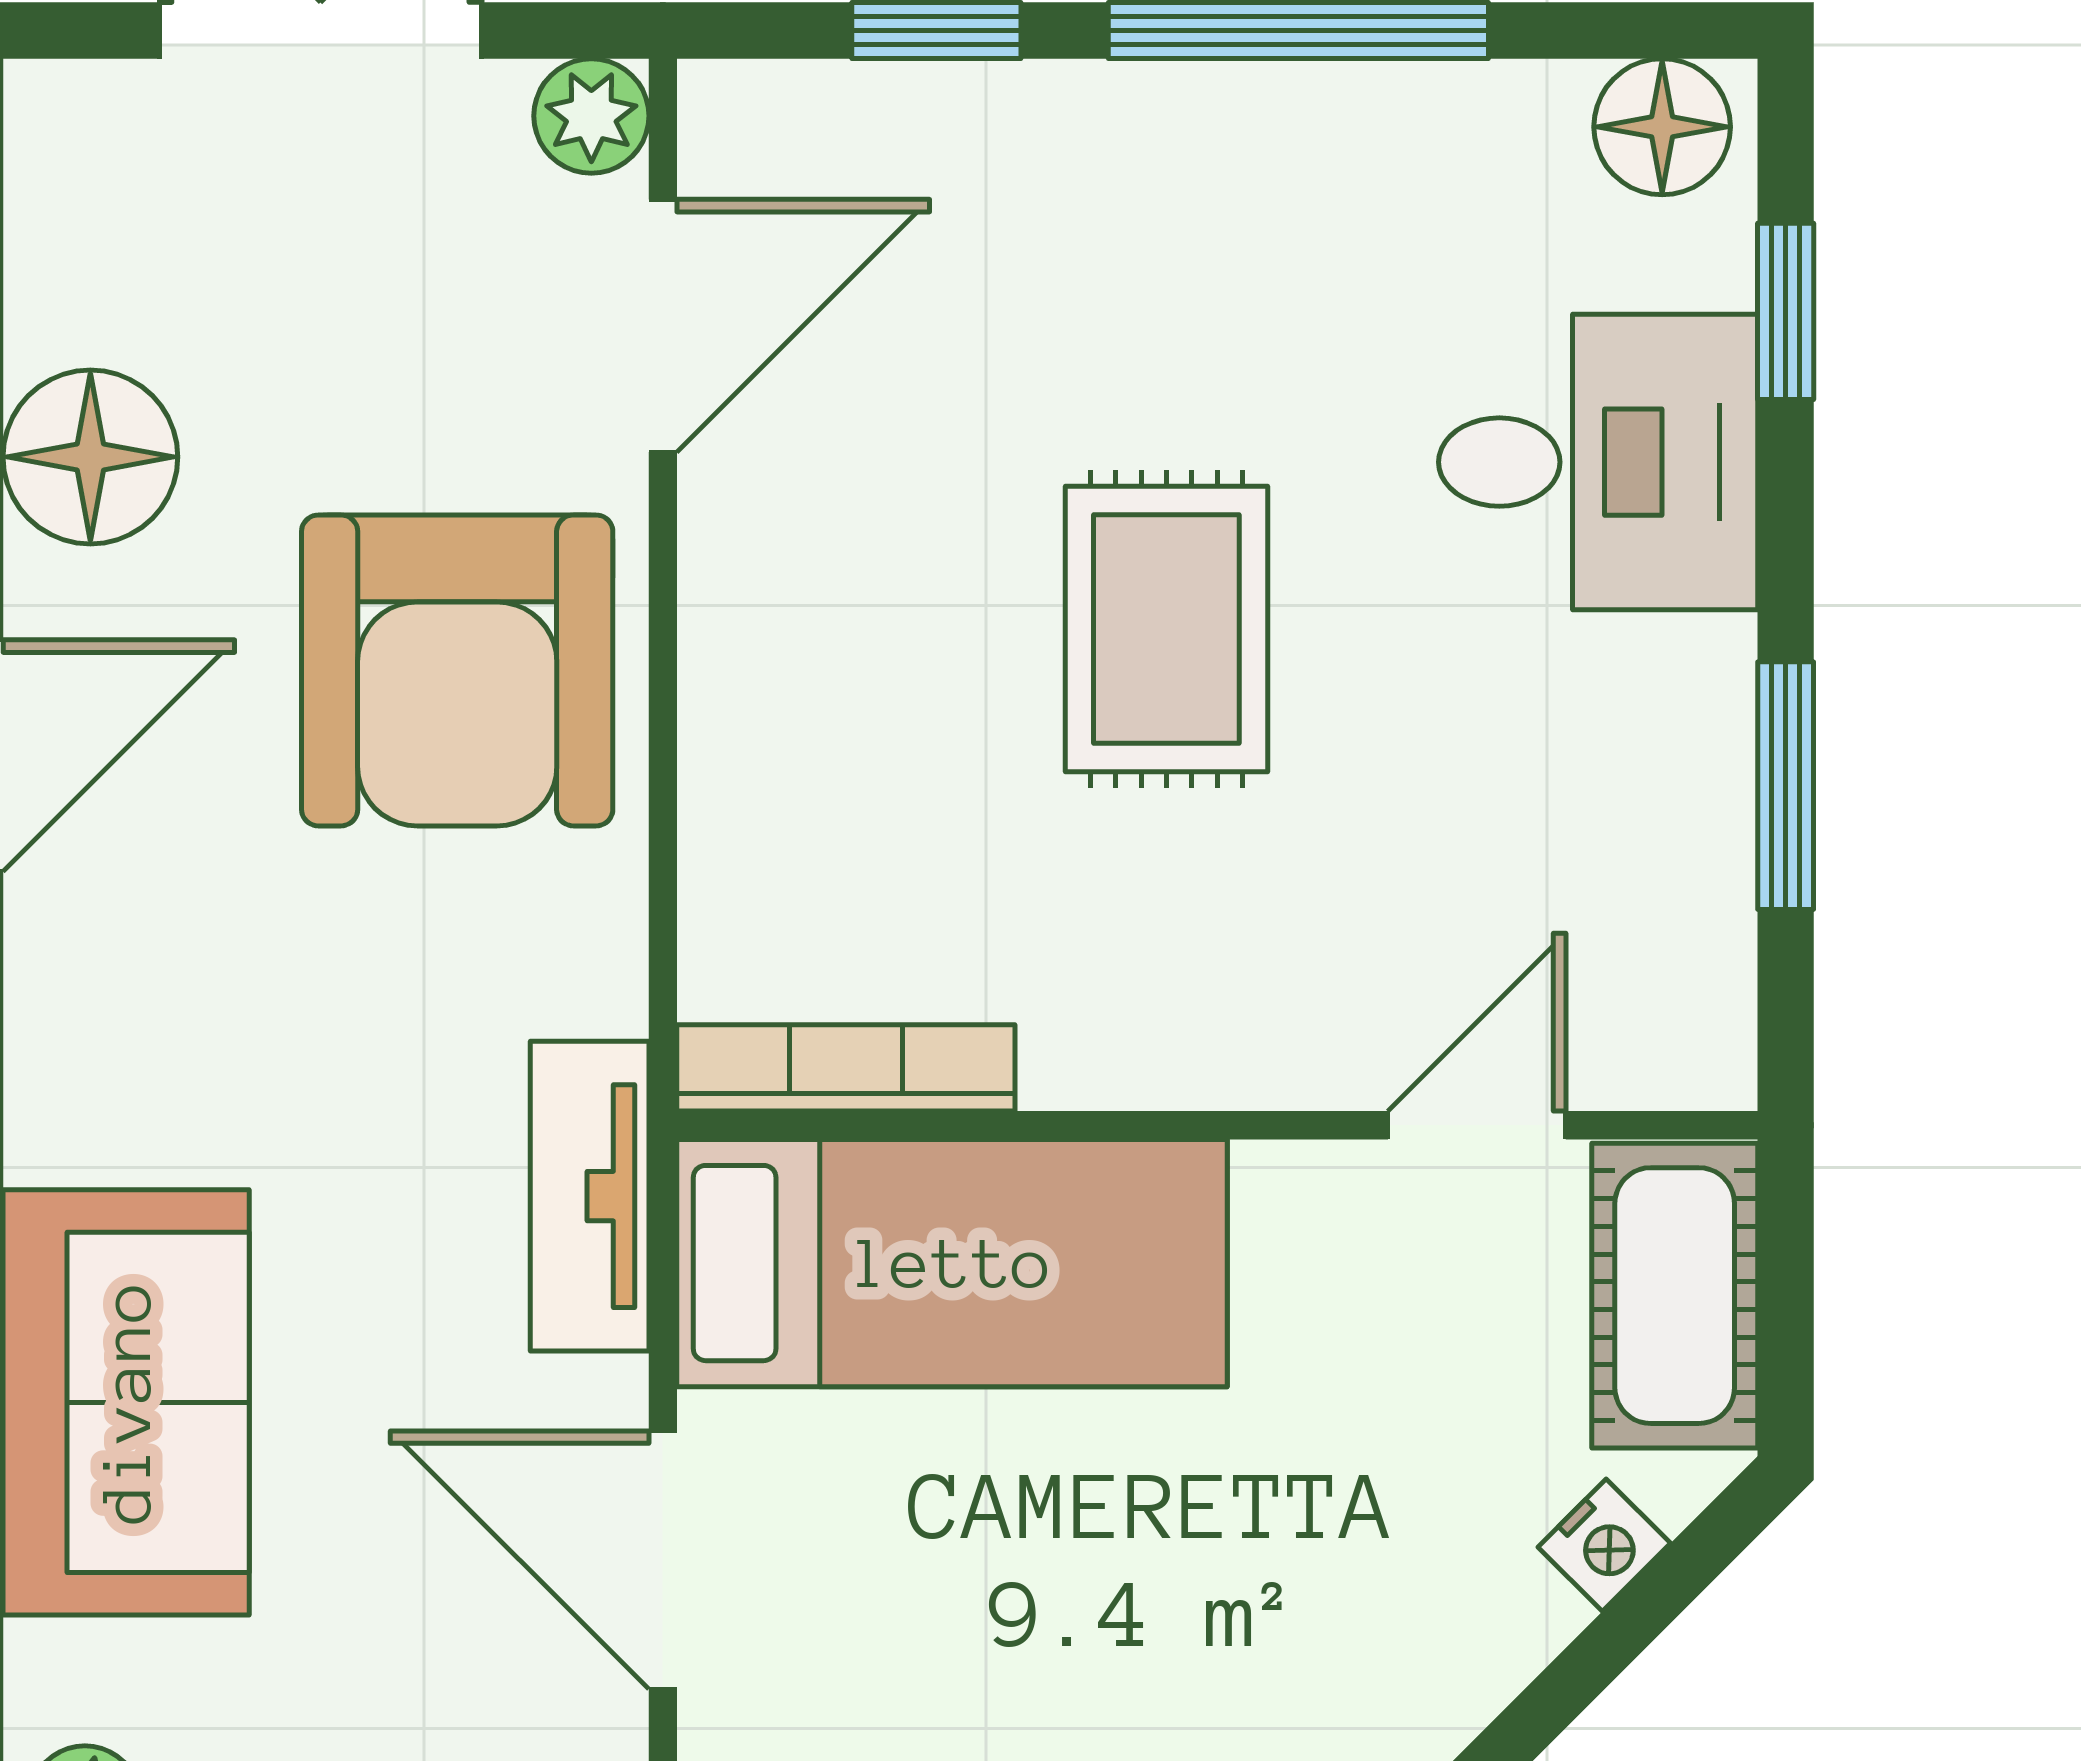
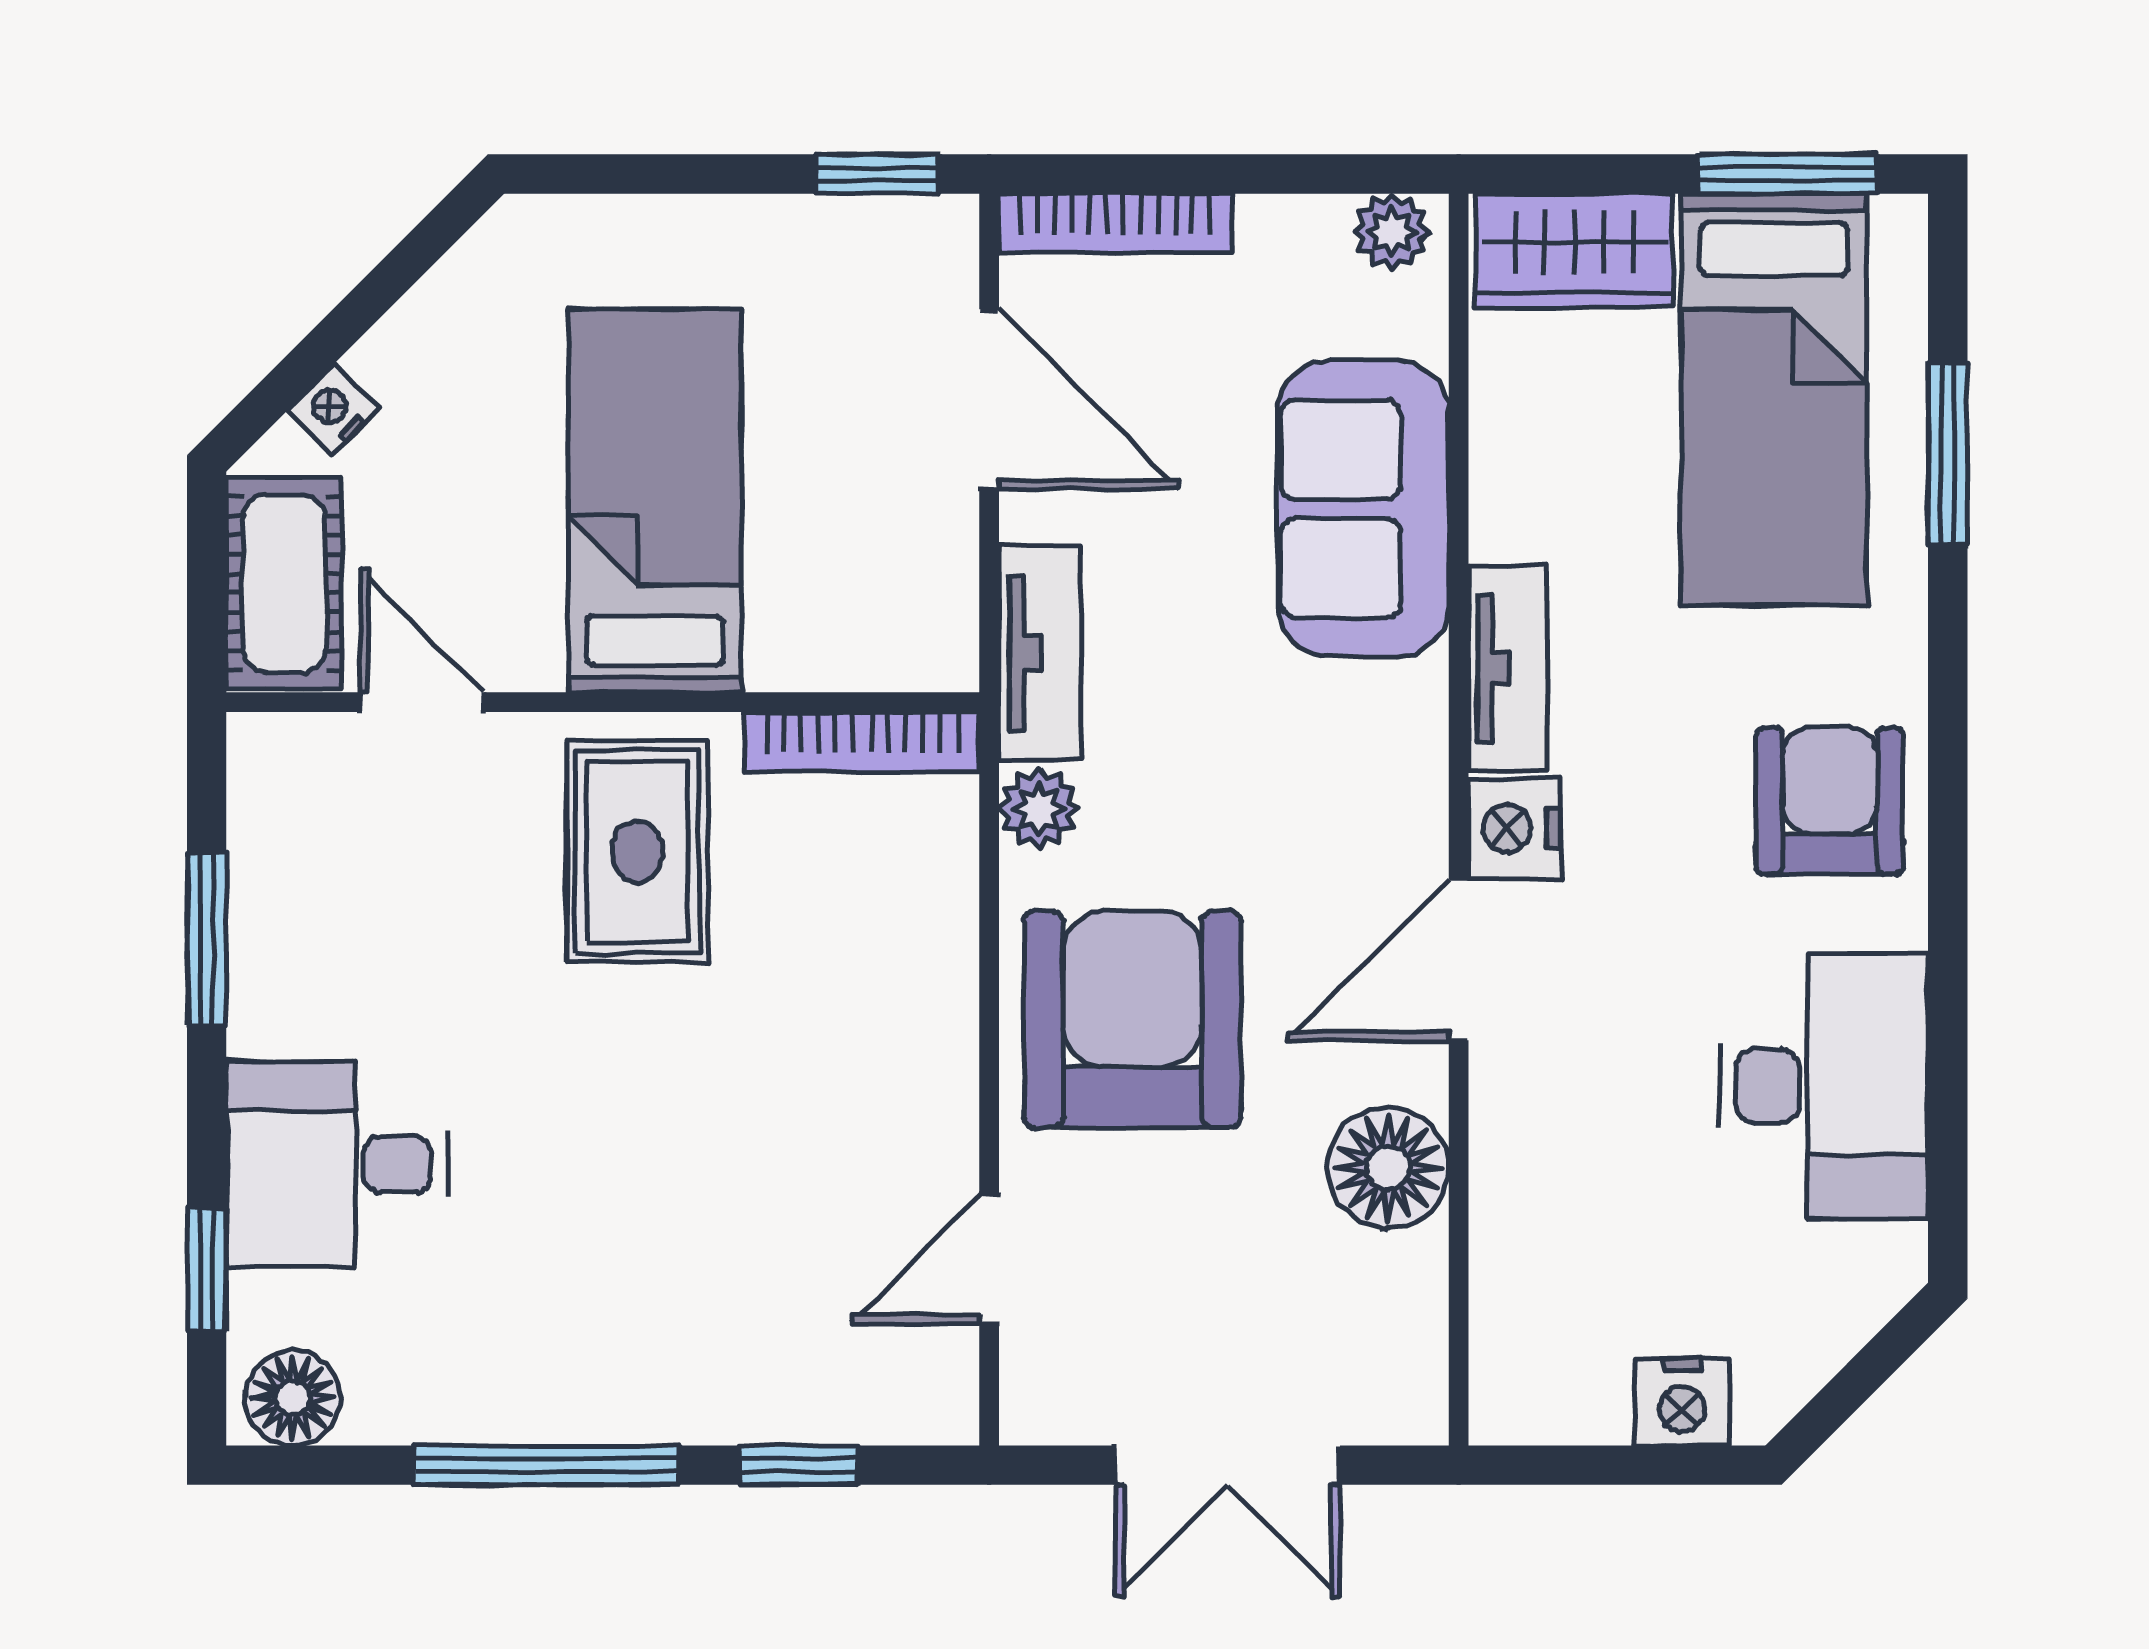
plant: (591, 116) -> (1039, 809), moved
door: (663, 326) -> (989, 1259), width x0.73
rug: (1166, 629) -> (637, 852), moved
door: (1477, 1125) -> (422, 702), swing flipped
bed: (952, 1263) -> (655, 501), moved, turned 90

